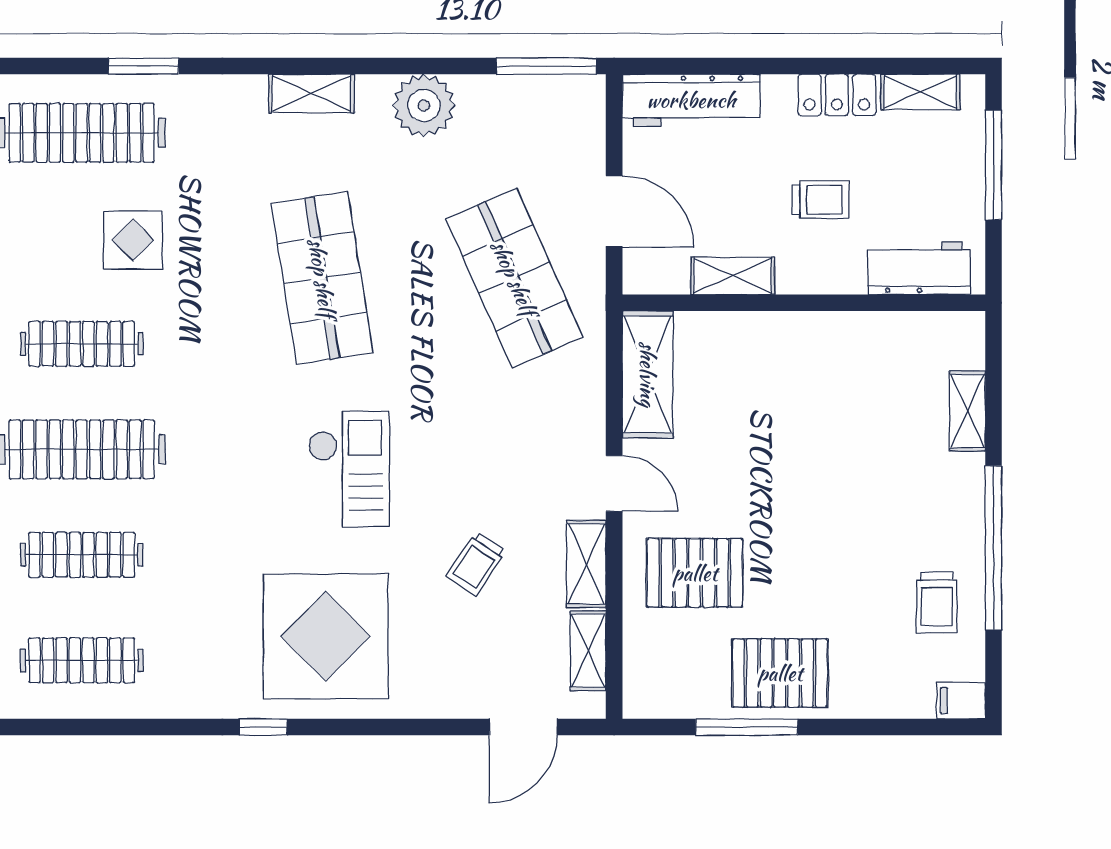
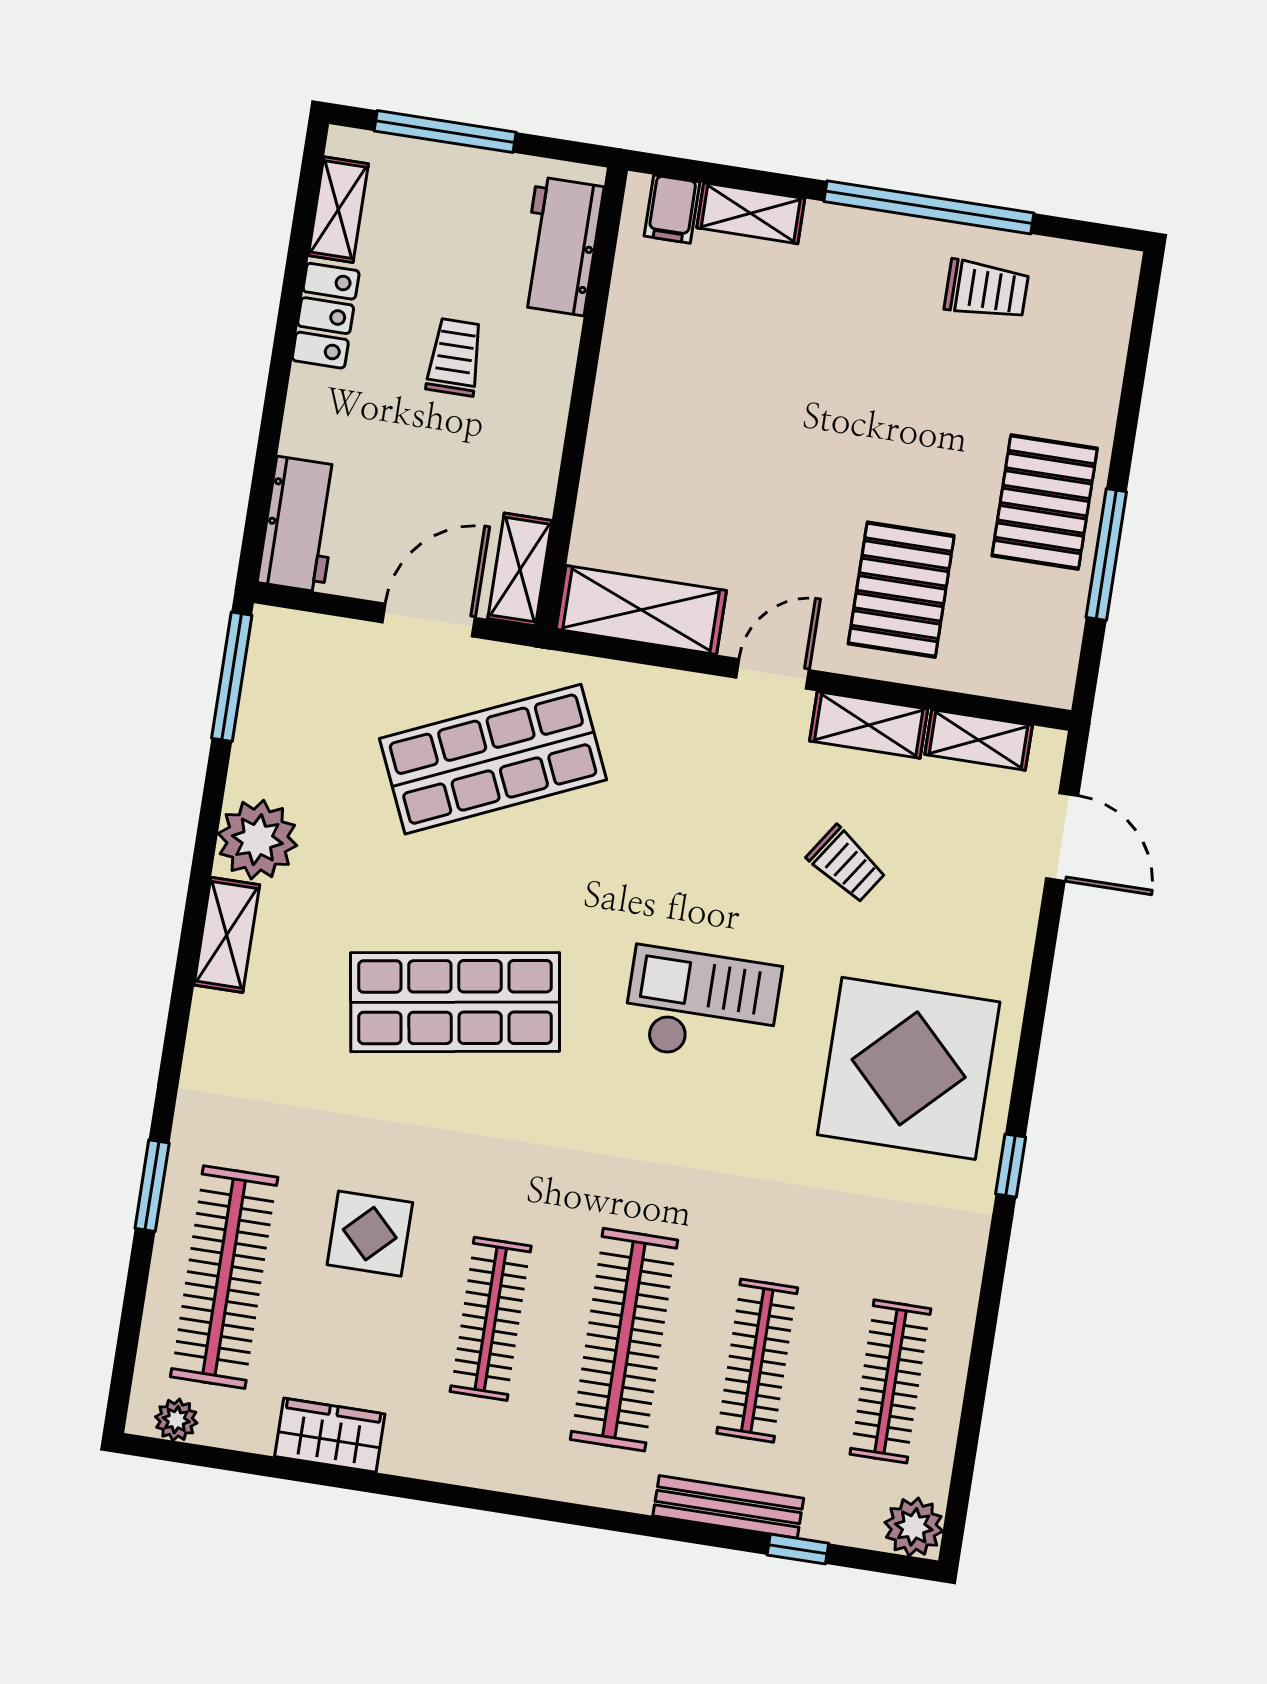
shelving: (311, 93) -> (227, 935), moved
workbench: (691, 100) -> (300, 524), width x0.73
shelving: (733, 276) -> (520, 570), moved
filing cabinet: (961, 701) -> (672, 209), moved

